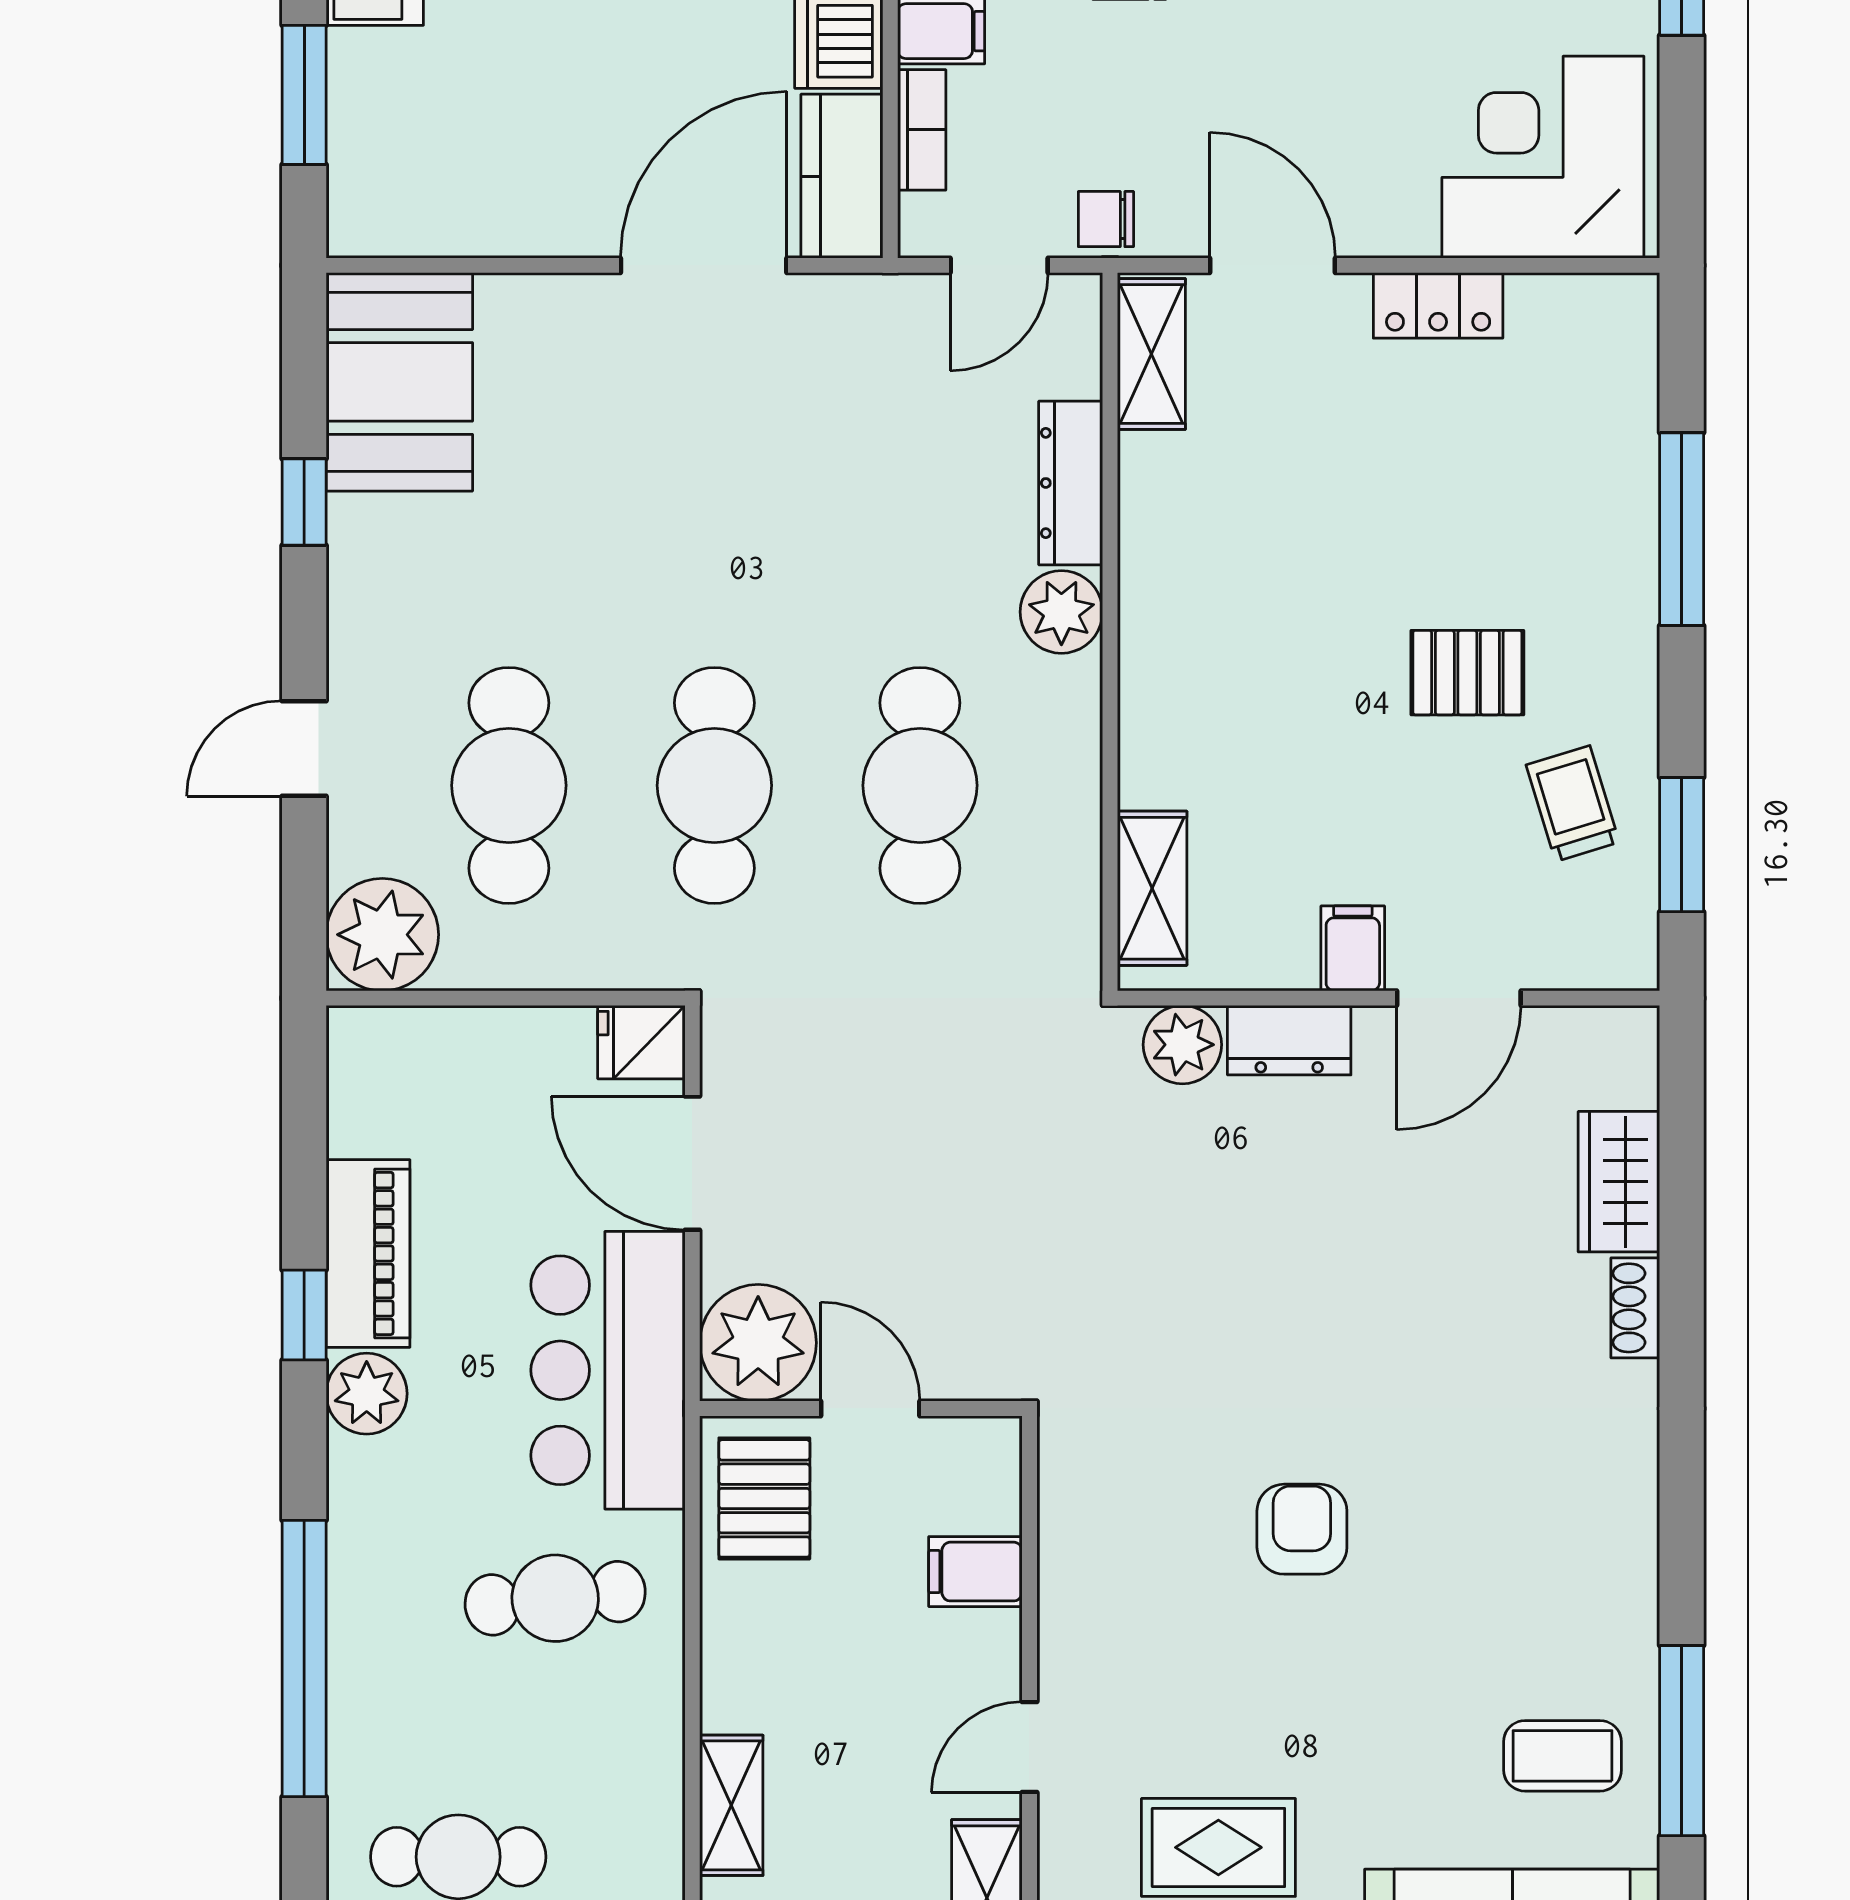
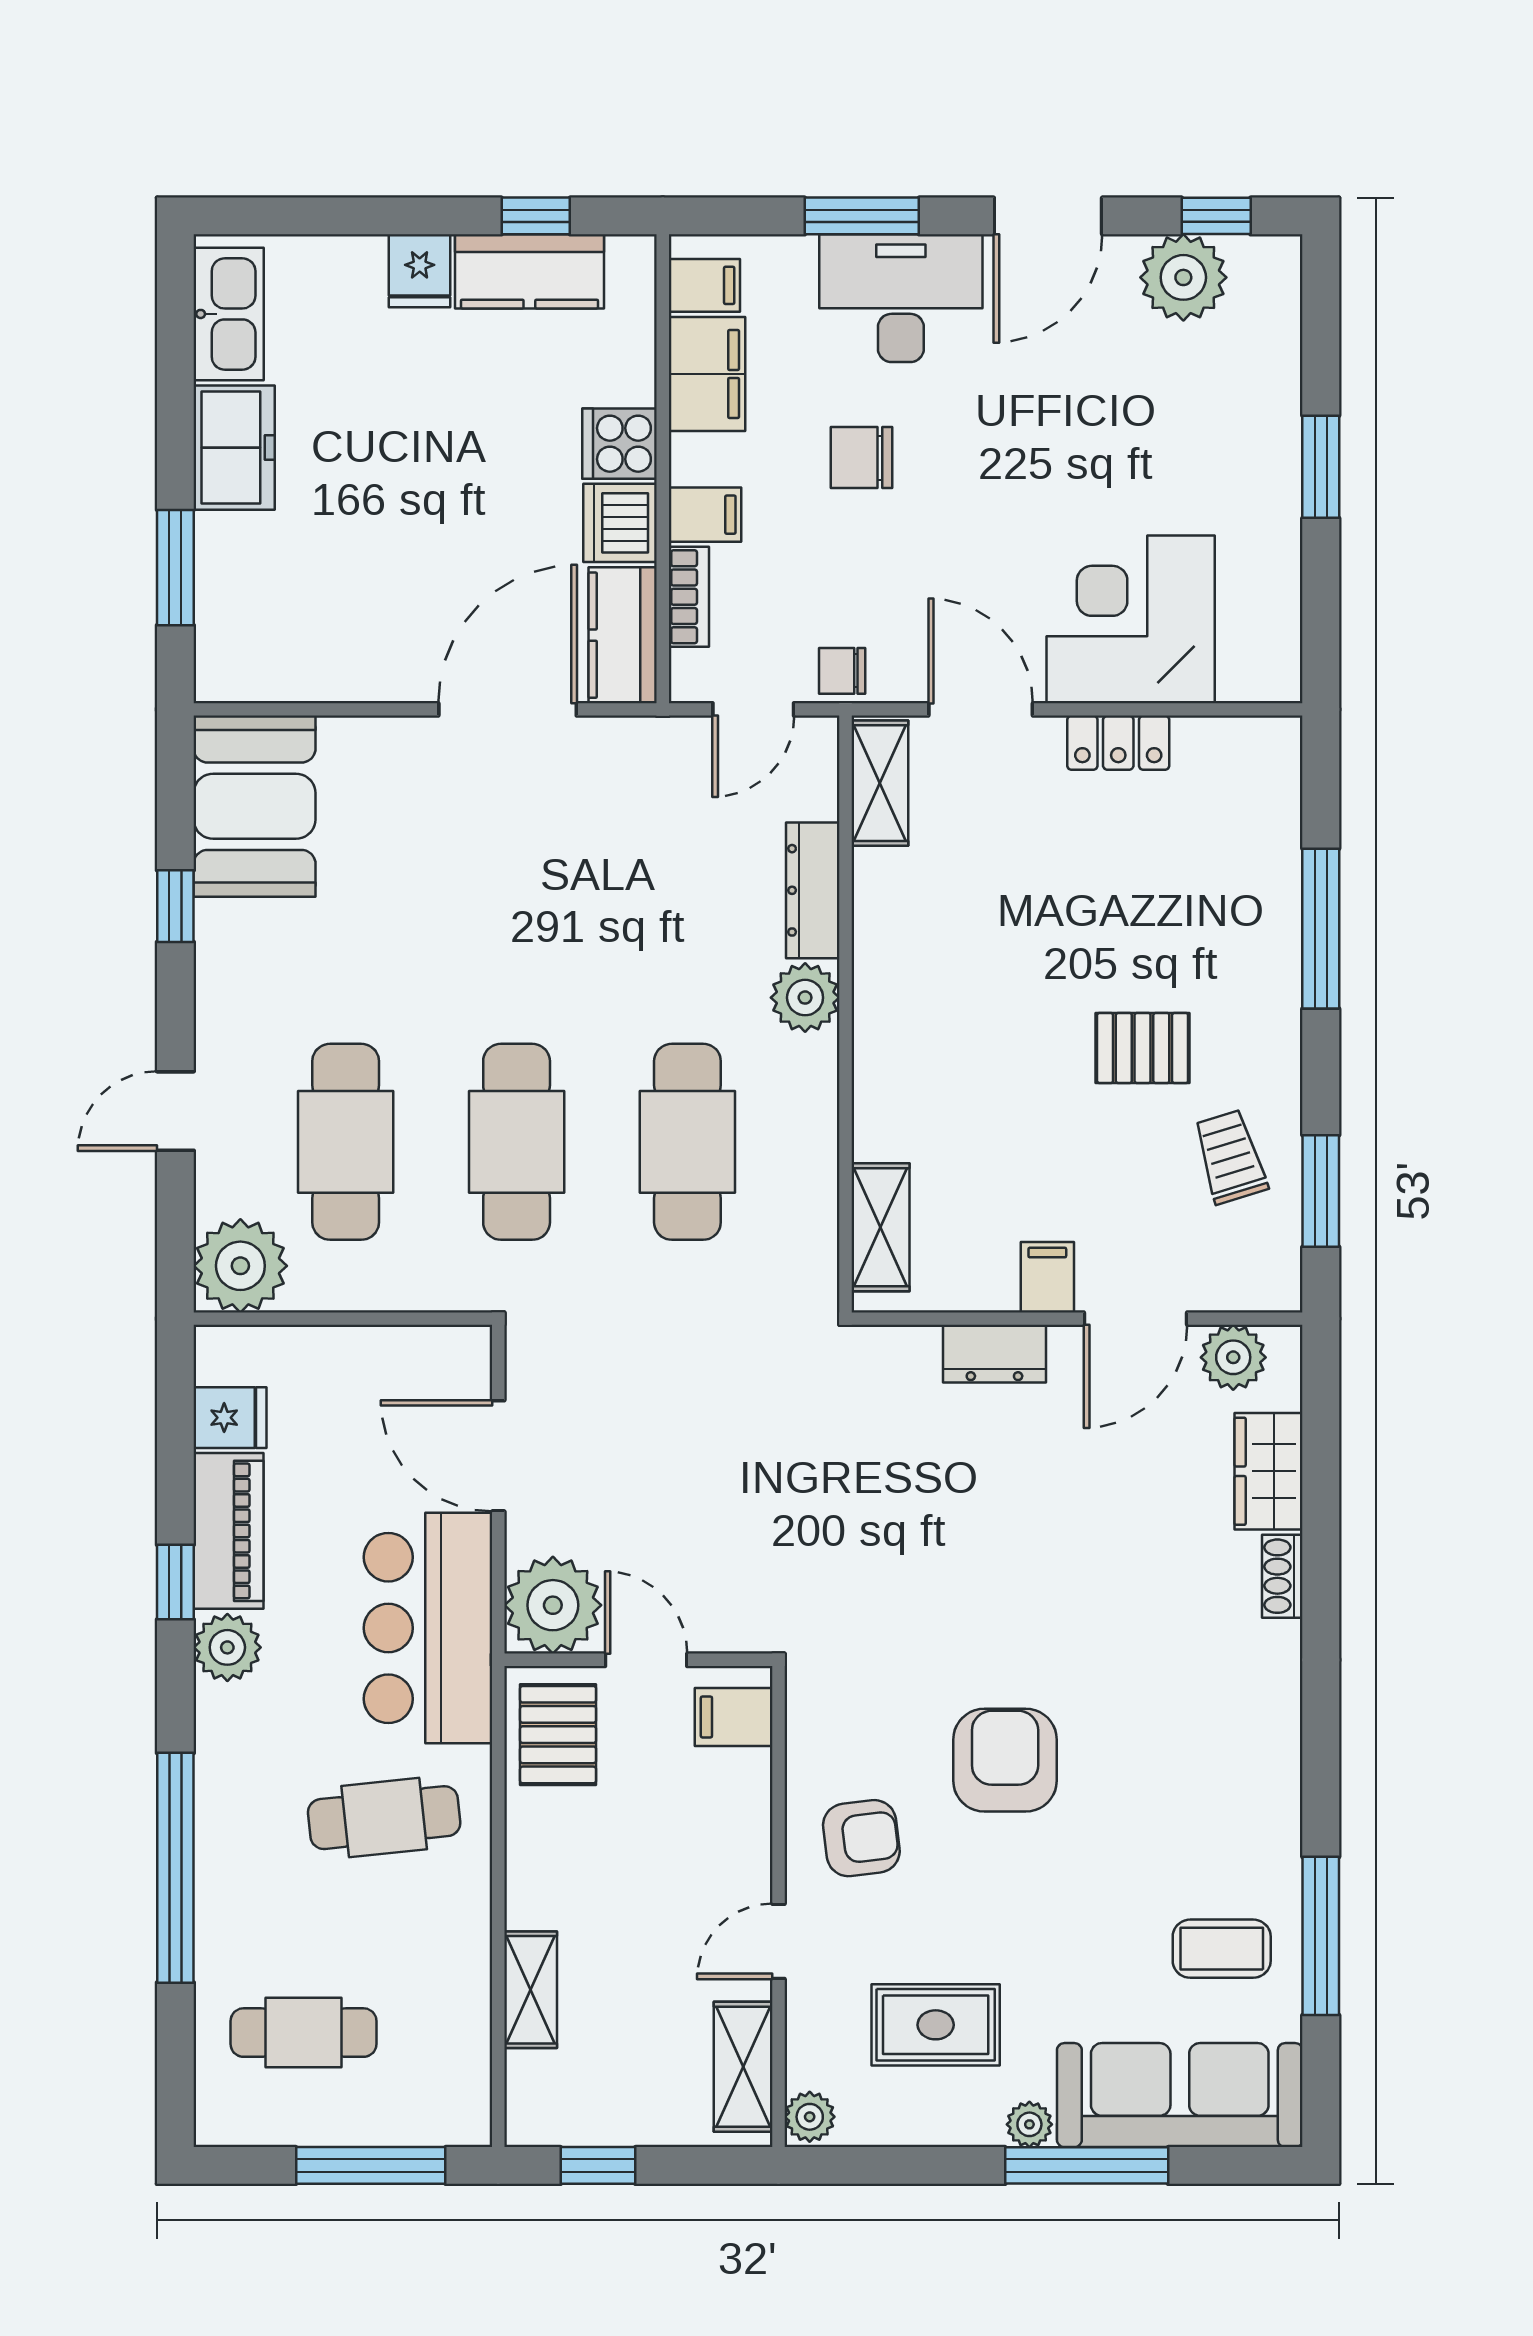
corner desk: (1543, 157) -> (1131, 619), moved
fridge: (641, 1042) -> (230, 1418), moved, turned 180
plant: (1182, 1045) -> (1233, 1357), moved
armchair: (1302, 1529) -> (1005, 1760), width x1.38, depth x1.38
filing cabinet: (975, 1572) -> (734, 1717), moved
armchair: (1129, 1623) -> (861, 1838), added

